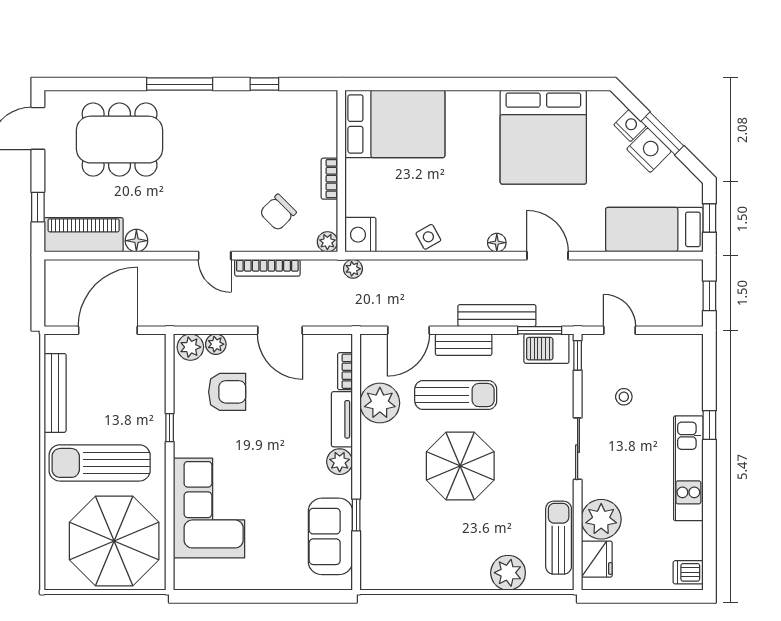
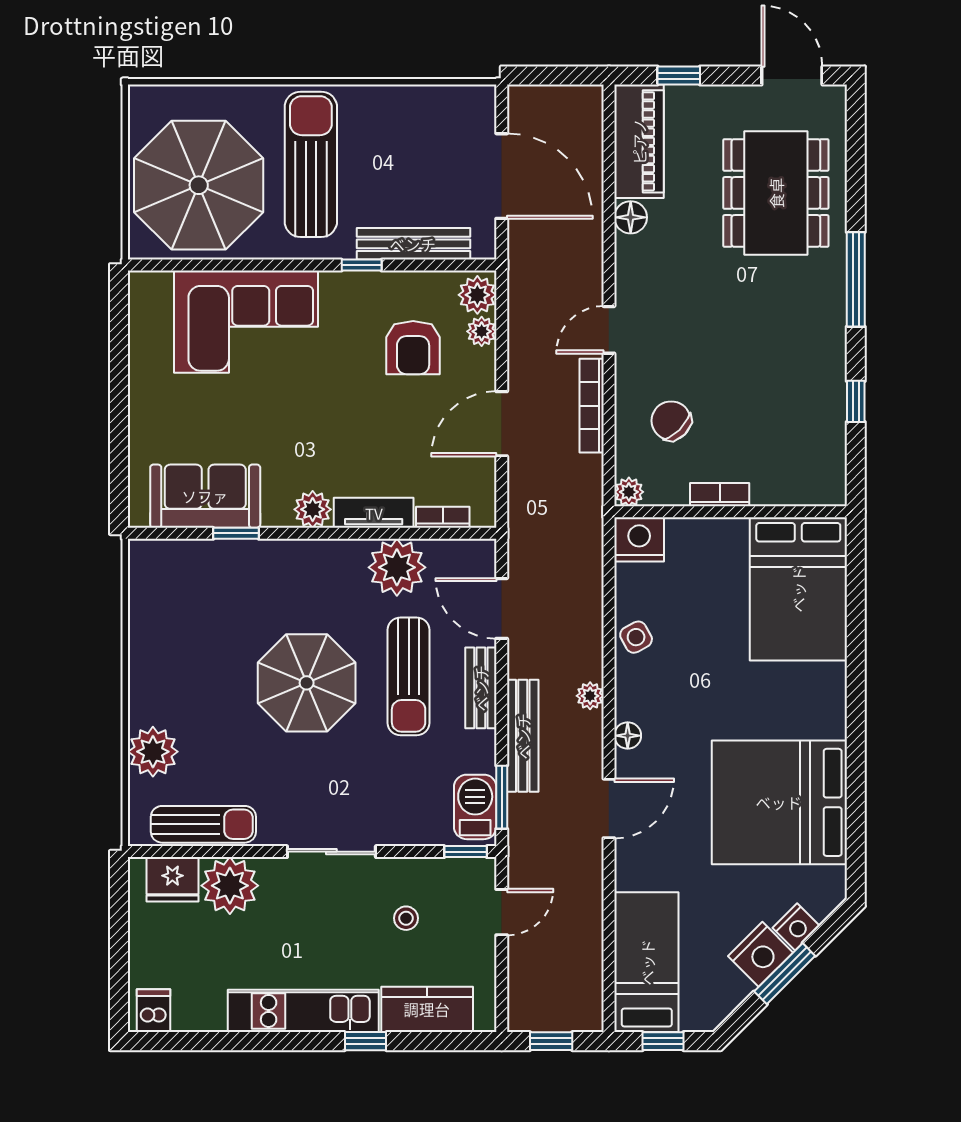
plant: (353, 269) -> (590, 696), moved
kitchen counter: (687, 382) -> (427, 1009), added
bench: (55, 393) -> (413, 244), moved

